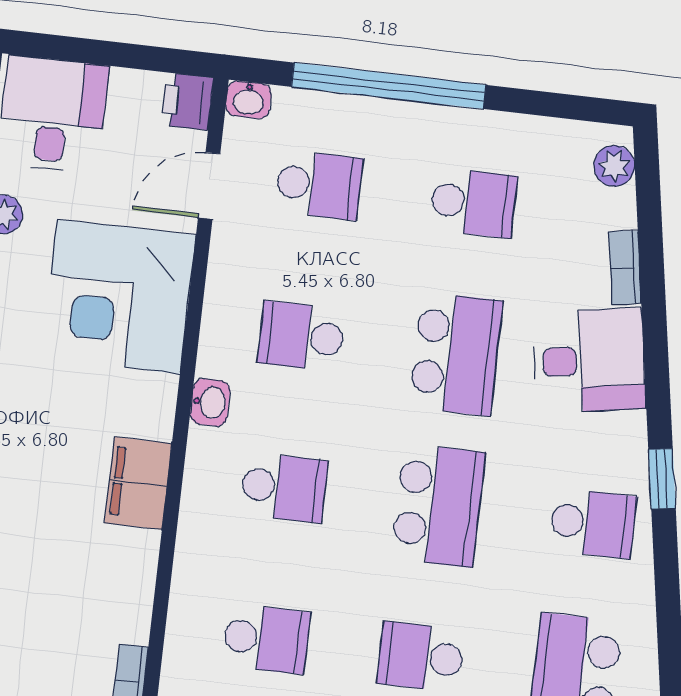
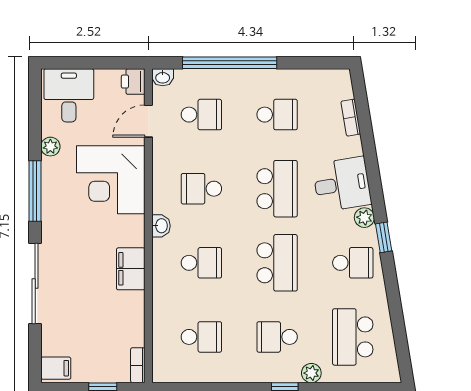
plant: (614, 166) -> (364, 218), moved
bookcase: (625, 267) -> (351, 118), moved

